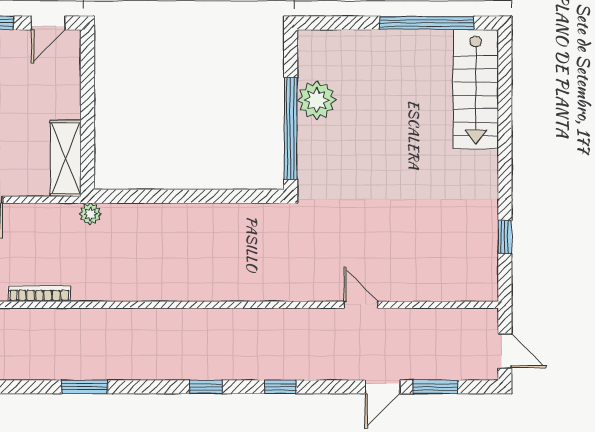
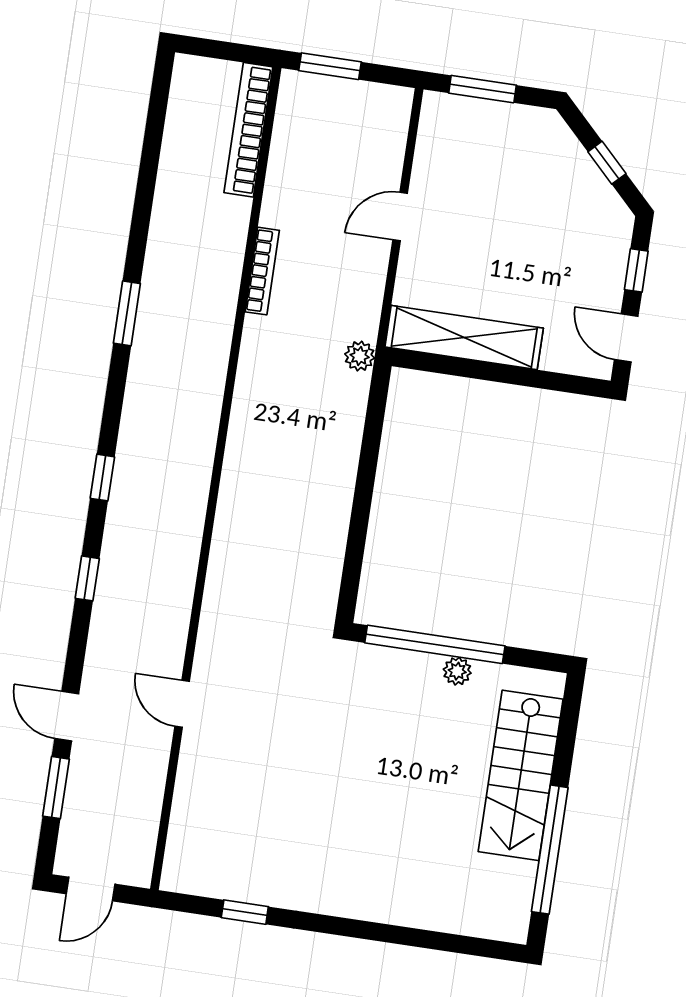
stairs: (476, 89) -> (521, 775), moved, turned -90
plant: (317, 100) -> (457, 671), width x0.53, depth x0.53
shelving: (66, 158) -> (464, 338), width x1.47
door: (361, 305) -> (182, 704), swing flipped

